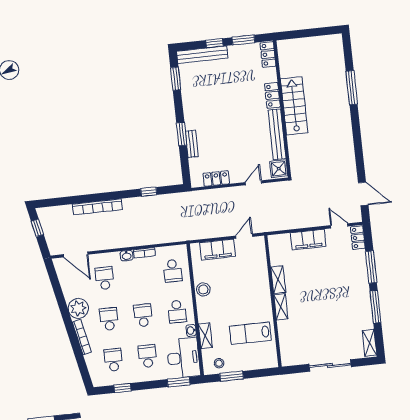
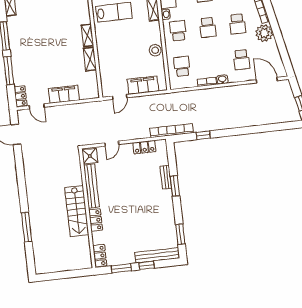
bookcase: (97, 207) -> (172, 131), moved

